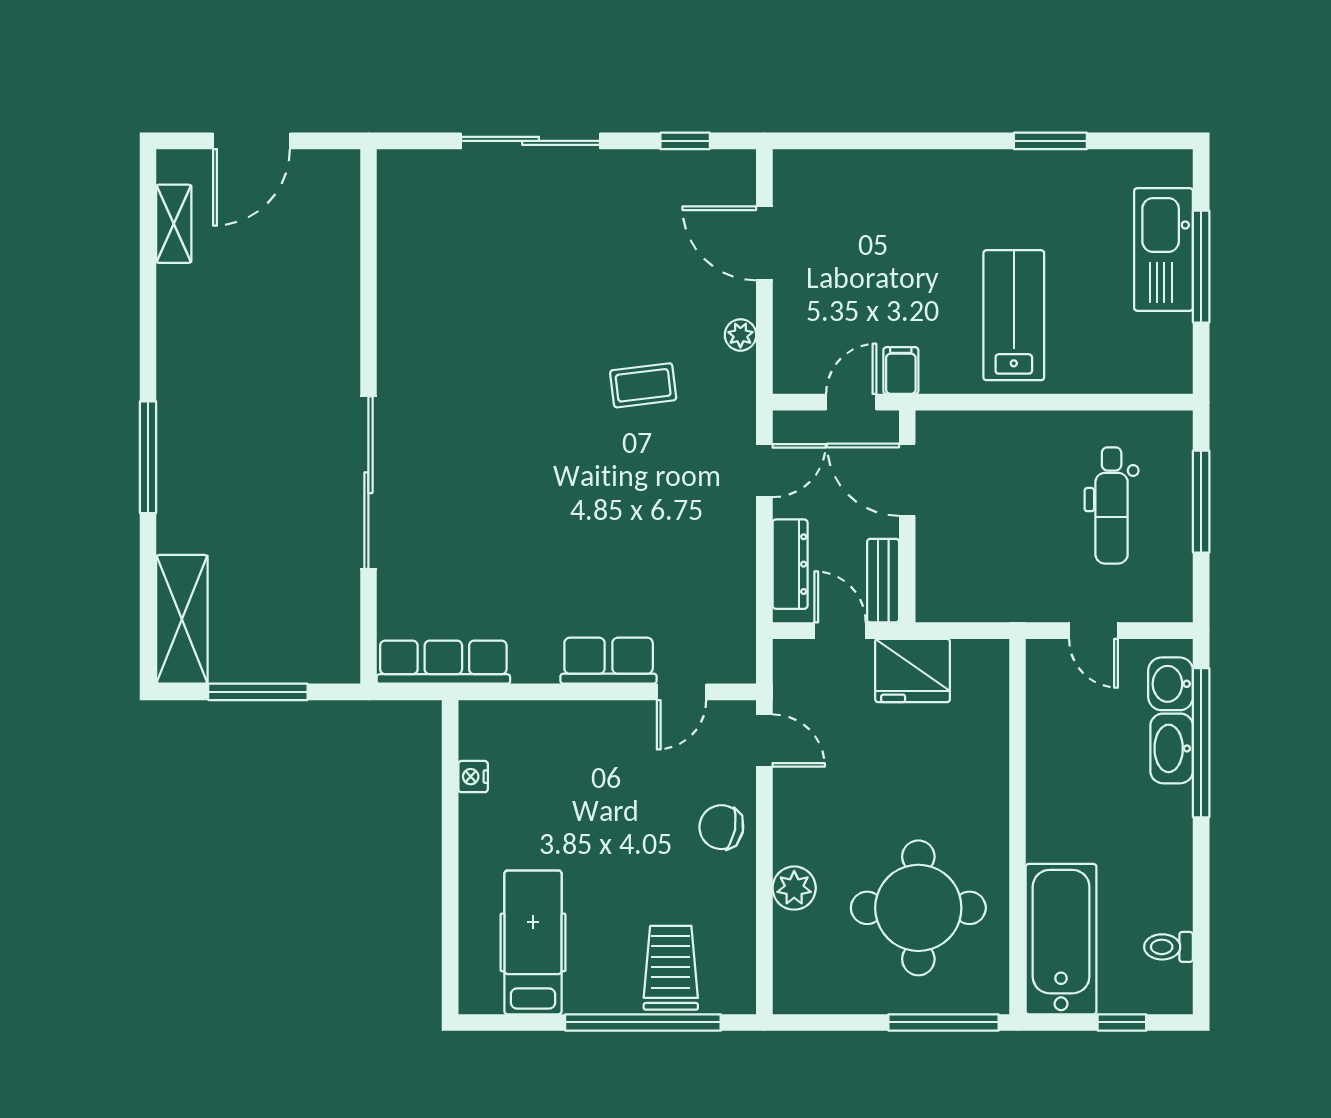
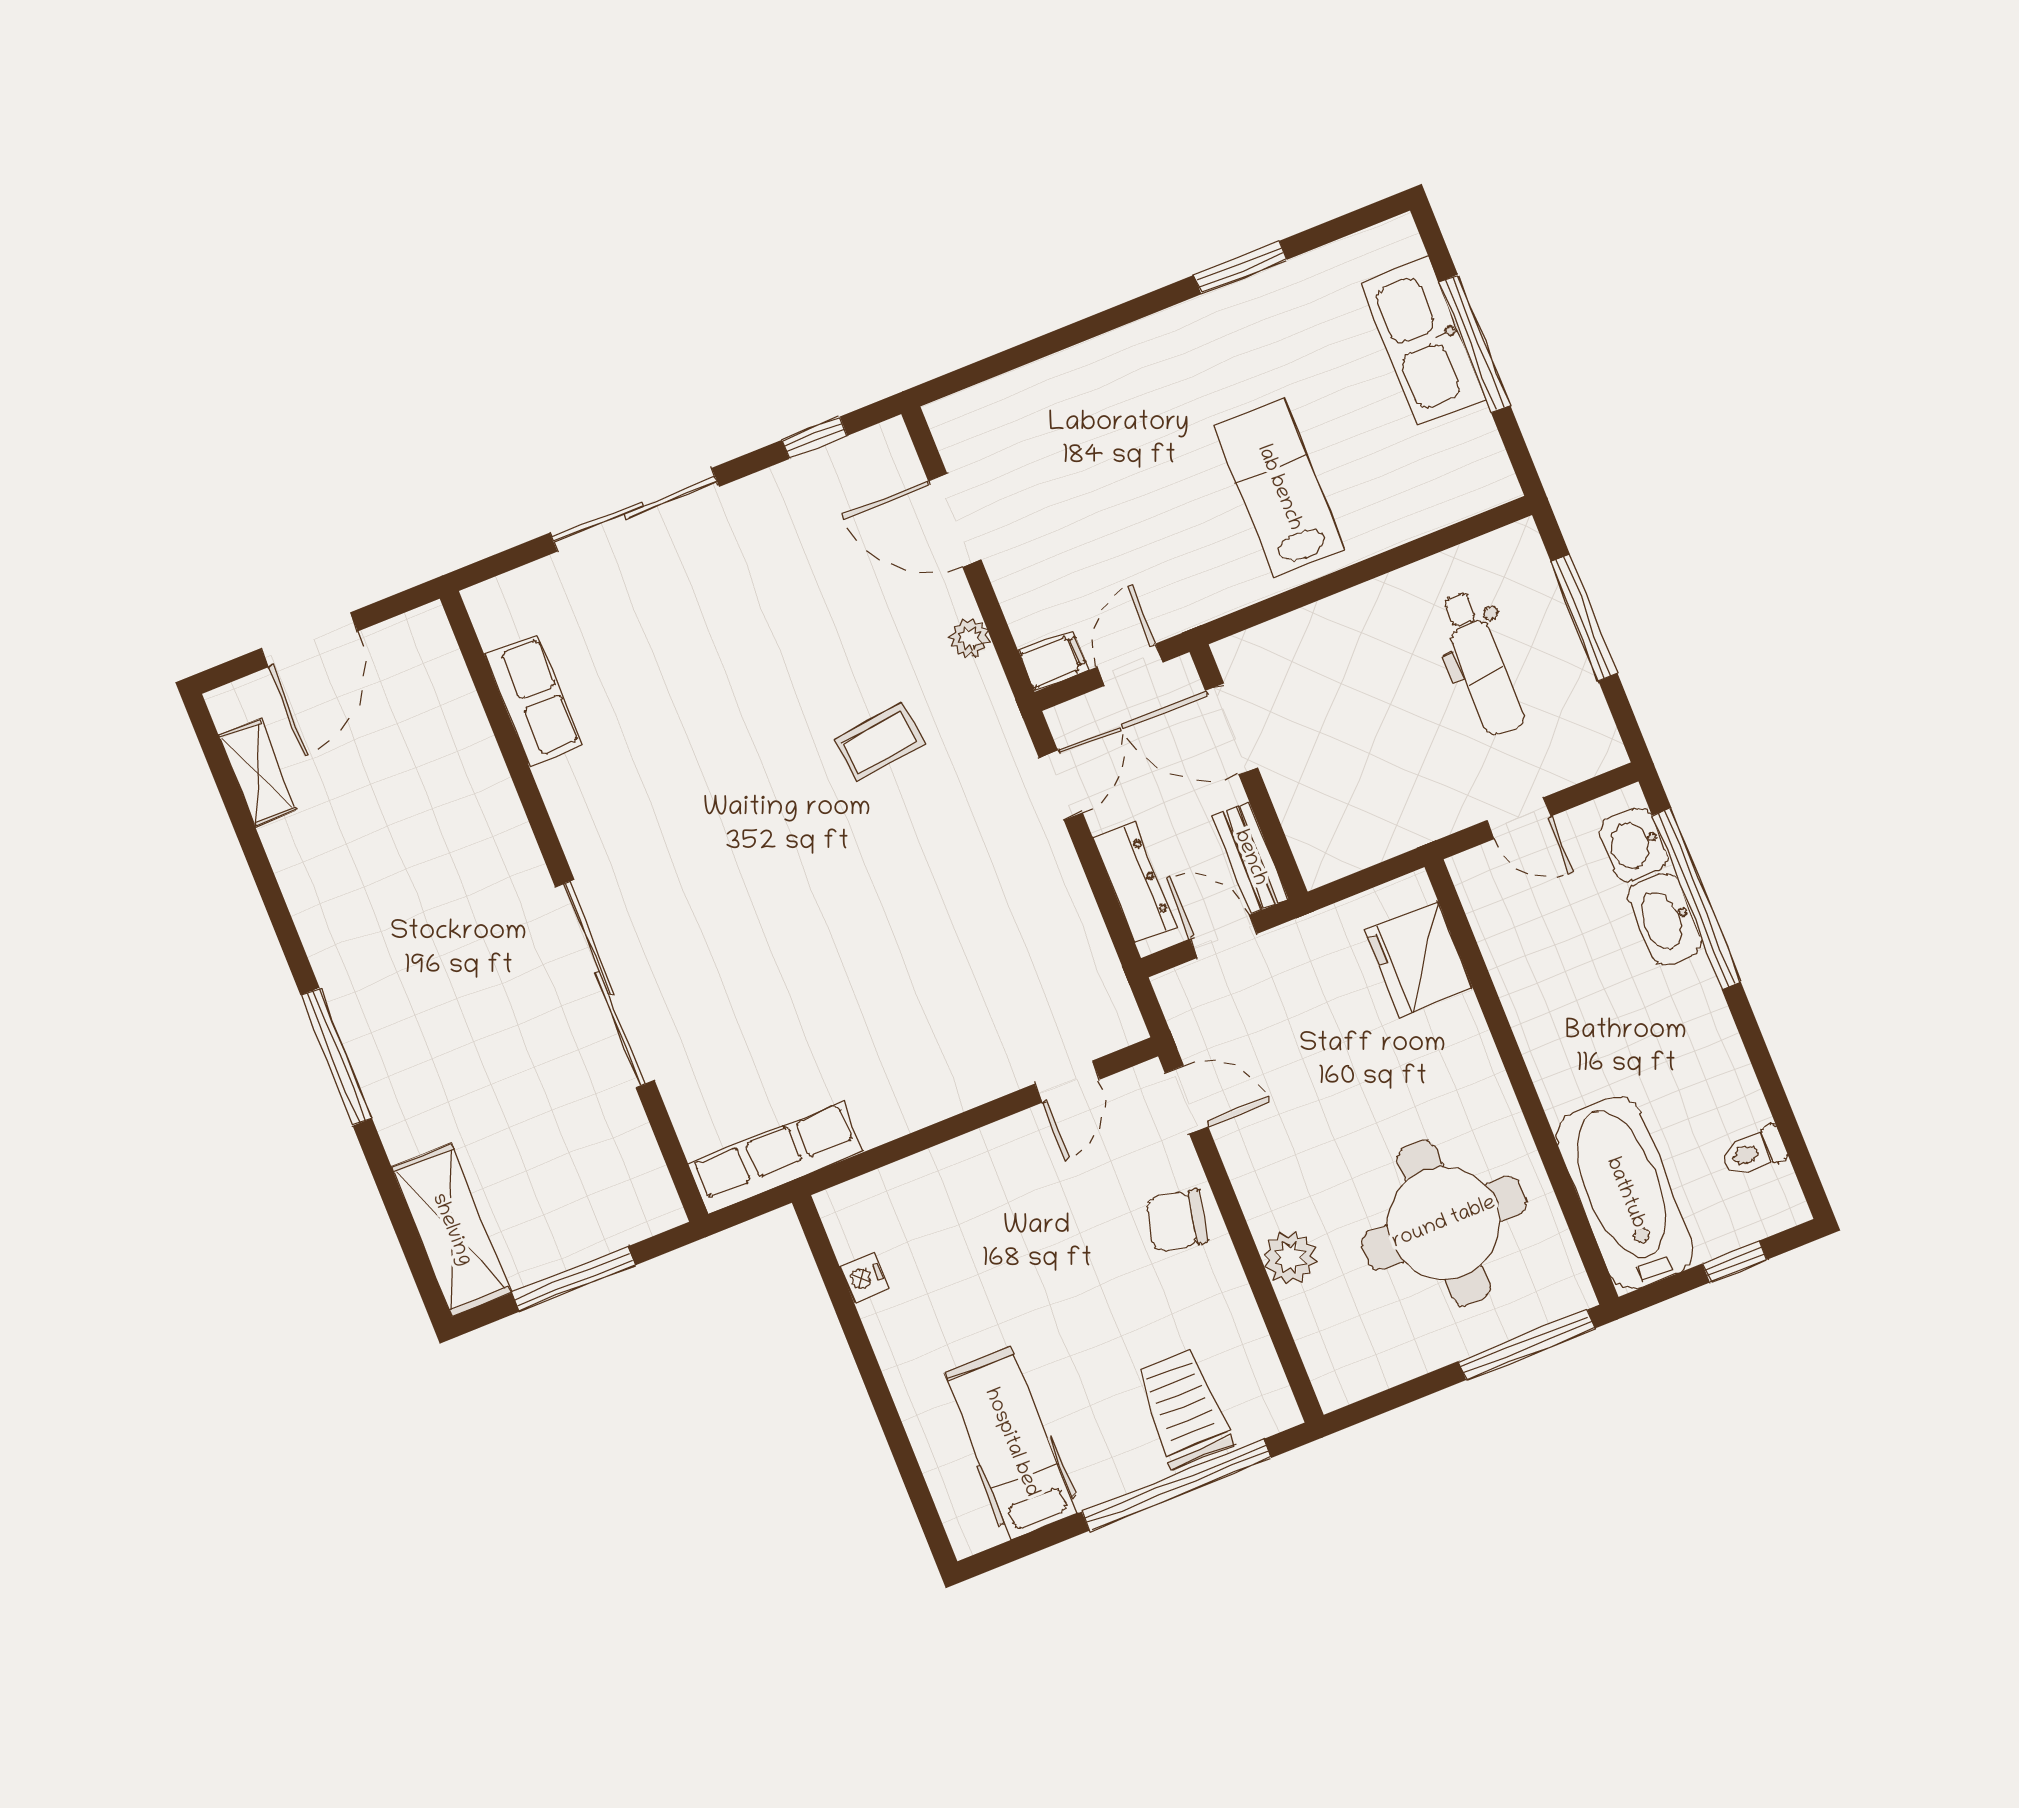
filing cabinet: (901, 371) -> (1054, 661), moved, turned 90
row of seats: (609, 661) -> (533, 699), moved, turned 90
fridge: (913, 671) -> (1419, 960), moved, turned 90

